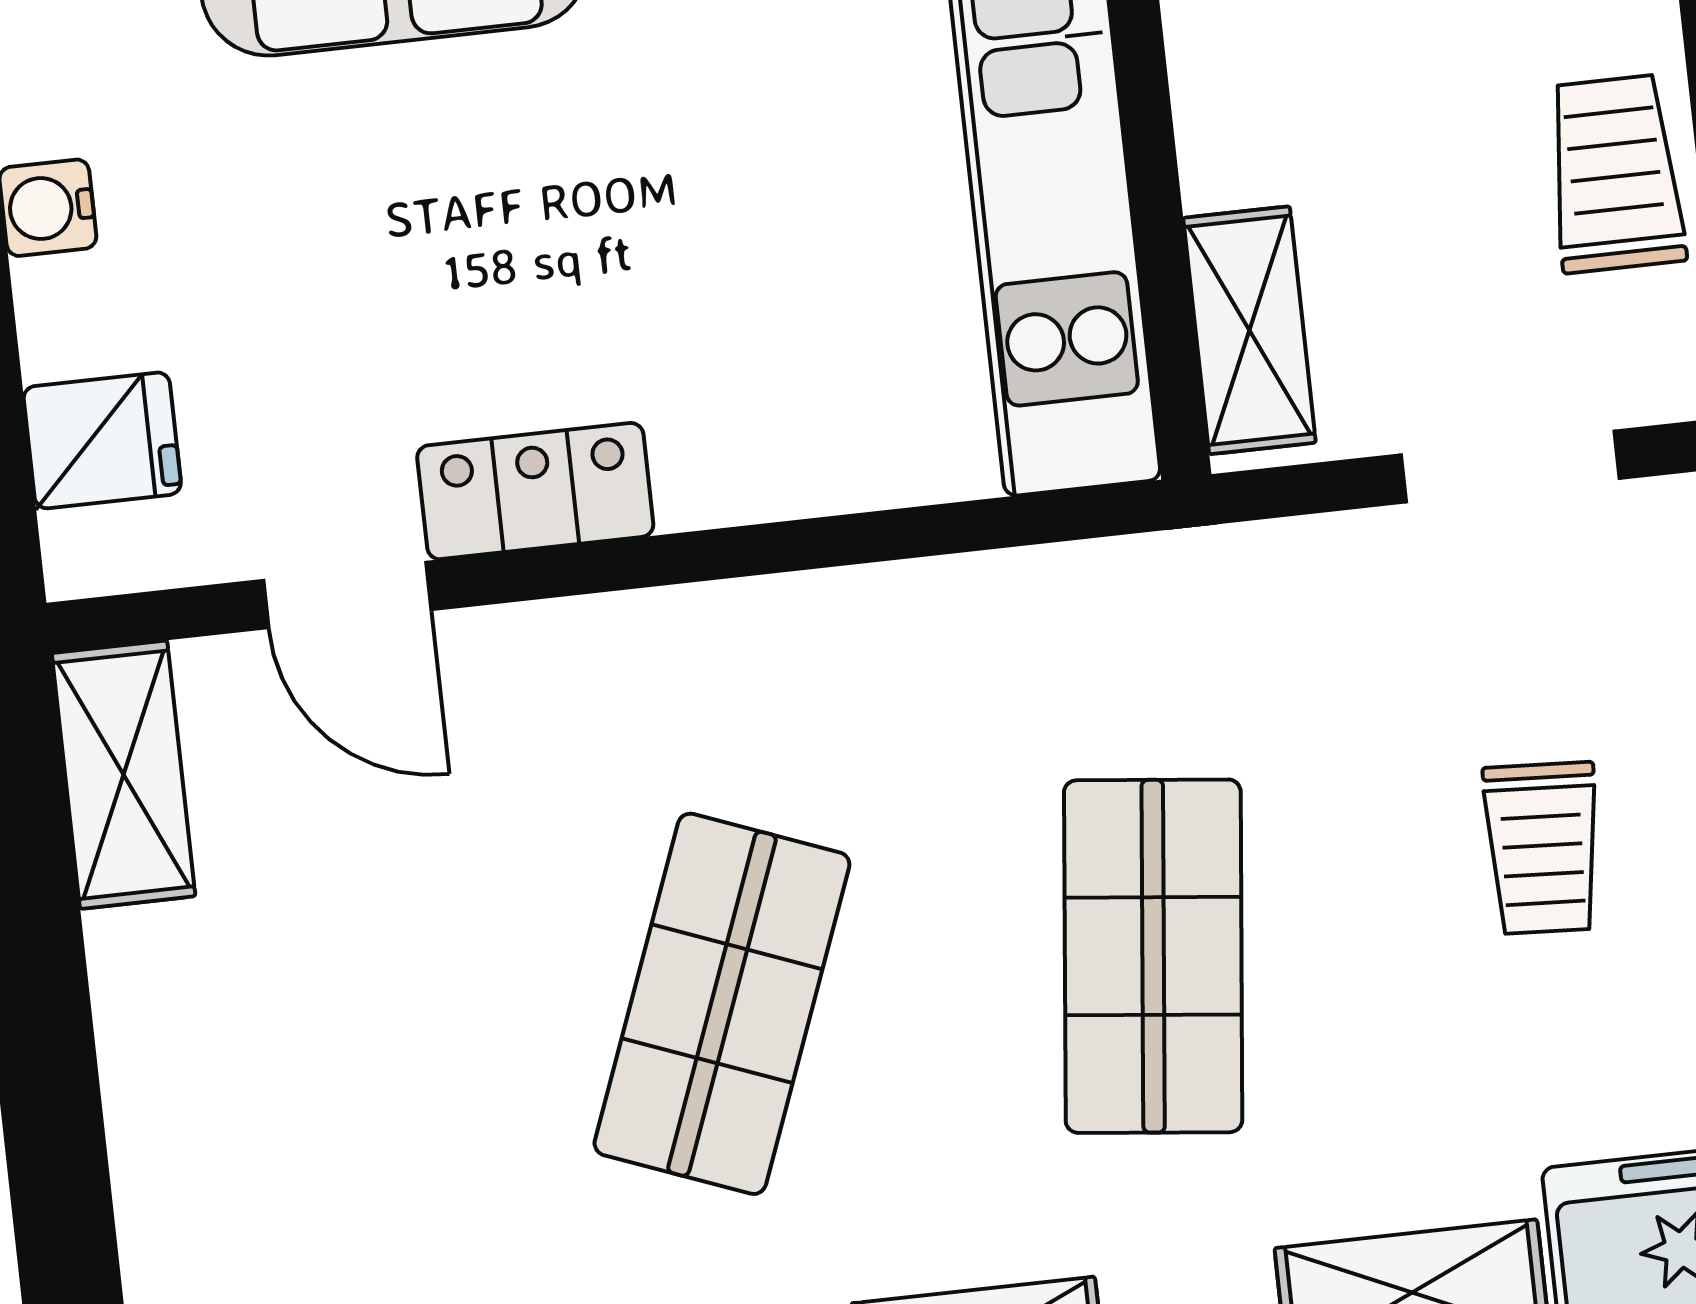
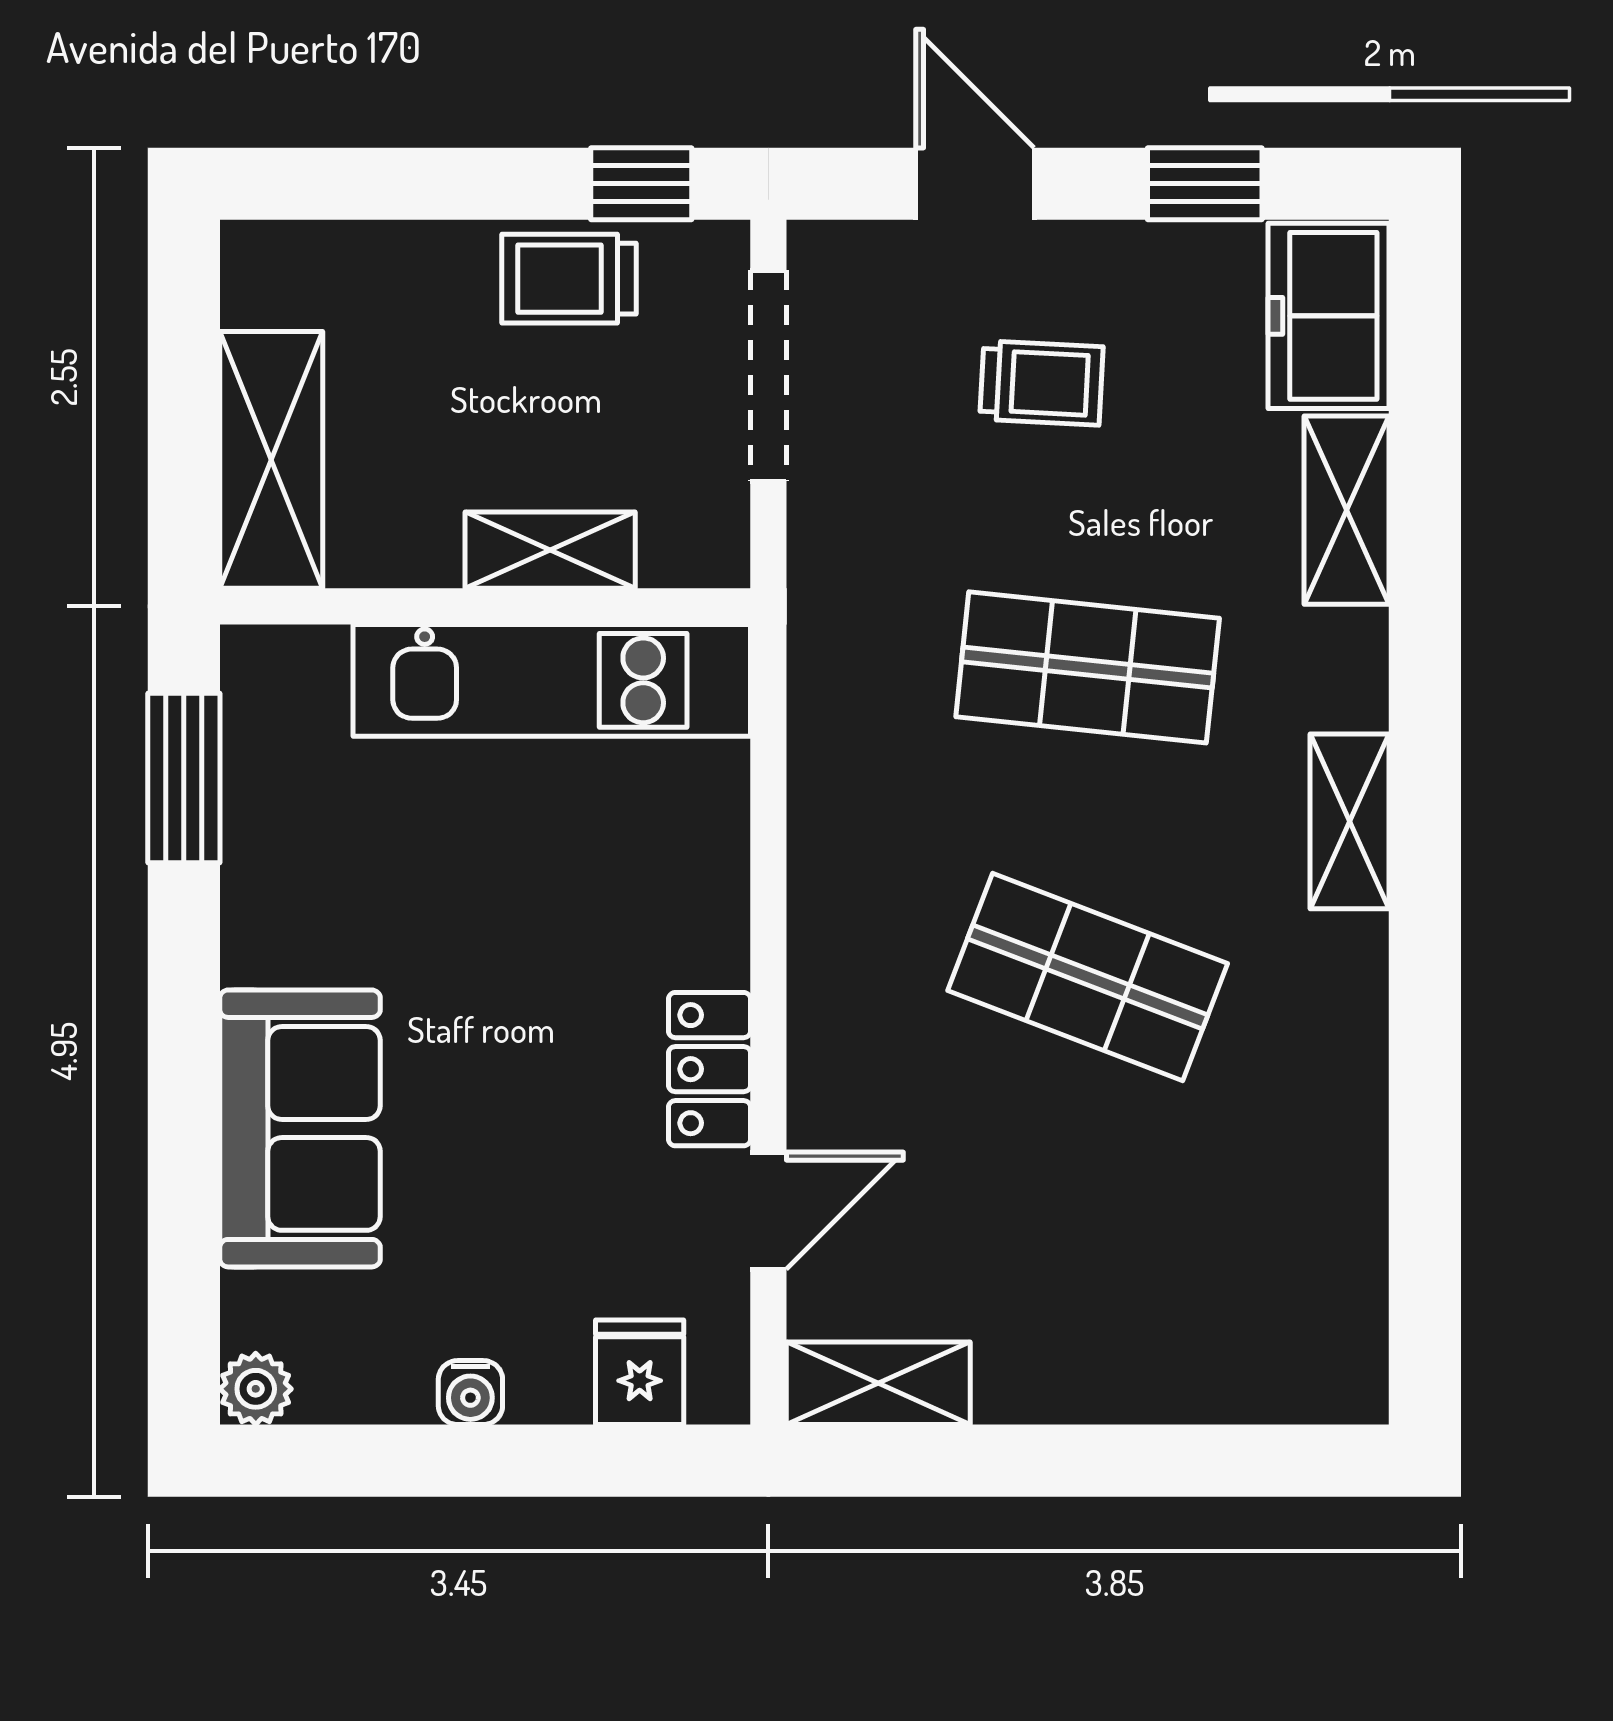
shelving: (1249, 330) -> (550, 550), moved
doorway: (1510, 467) -> (768, 376), width x1.38

